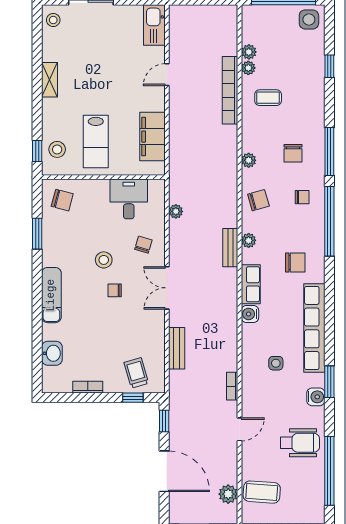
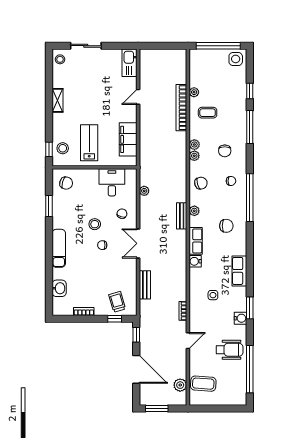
plant: (249, 52) -> (194, 145), moved
lab bench: (96, 142) -> (89, 143), turned 180
window: (329, 152) -> (250, 127), moved
row of seats: (314, 328) -> (239, 271), width x0.50

